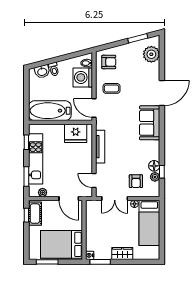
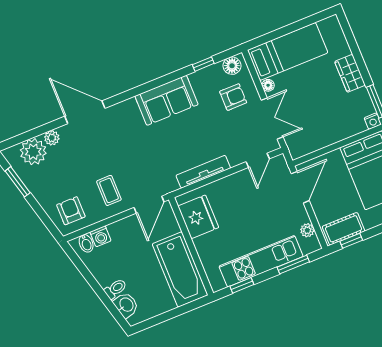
washing machine: (83, 77) -> (101, 236), width x0.53, depth x0.53
sofa: (150, 123) -> (167, 100), moved
floor lamp: (154, 166) -> (232, 66), moved
plant: (155, 177) -> (52, 138), moved

